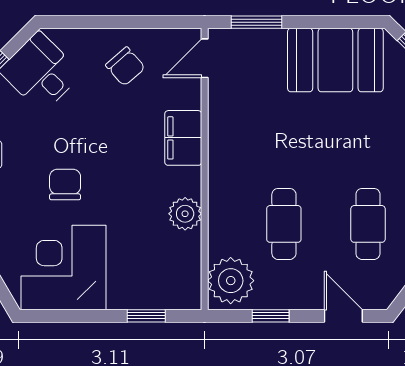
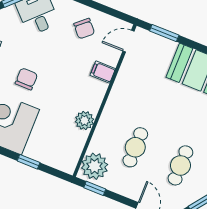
filing cabinet: (183, 138) -> (103, 72), width x0.50
window: (146, 316) -> (29, 162), moved
window: (271, 316) -> (95, 188), moved

